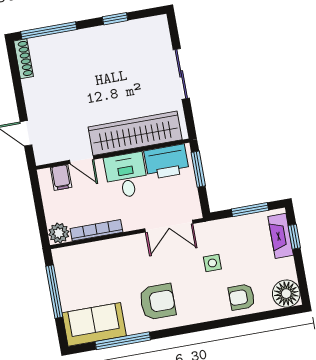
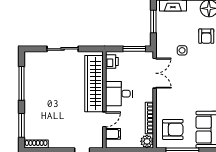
window: (115, 19) -> (21, 83), width x2.17
window: (49, 30) -> (21, 125), width x0.69
printer: (166, 162) -> (112, 62), width x0.53, depth x0.68
window: (198, 169) -> (134, 49), moved
armchair: (157, 302) -> (173, 129), moved, turned 90

